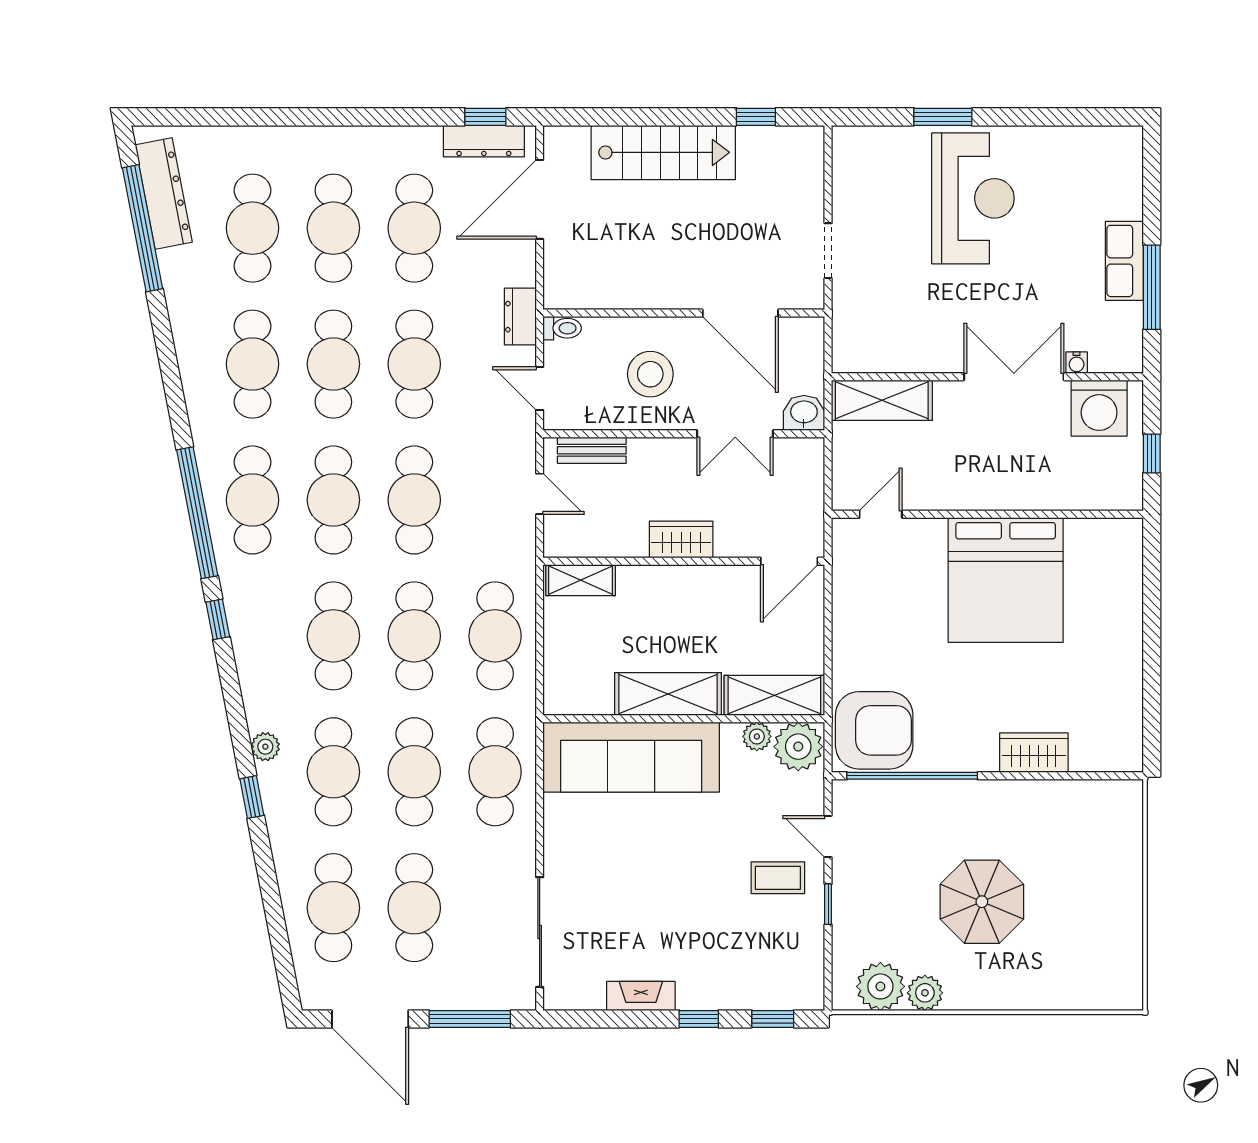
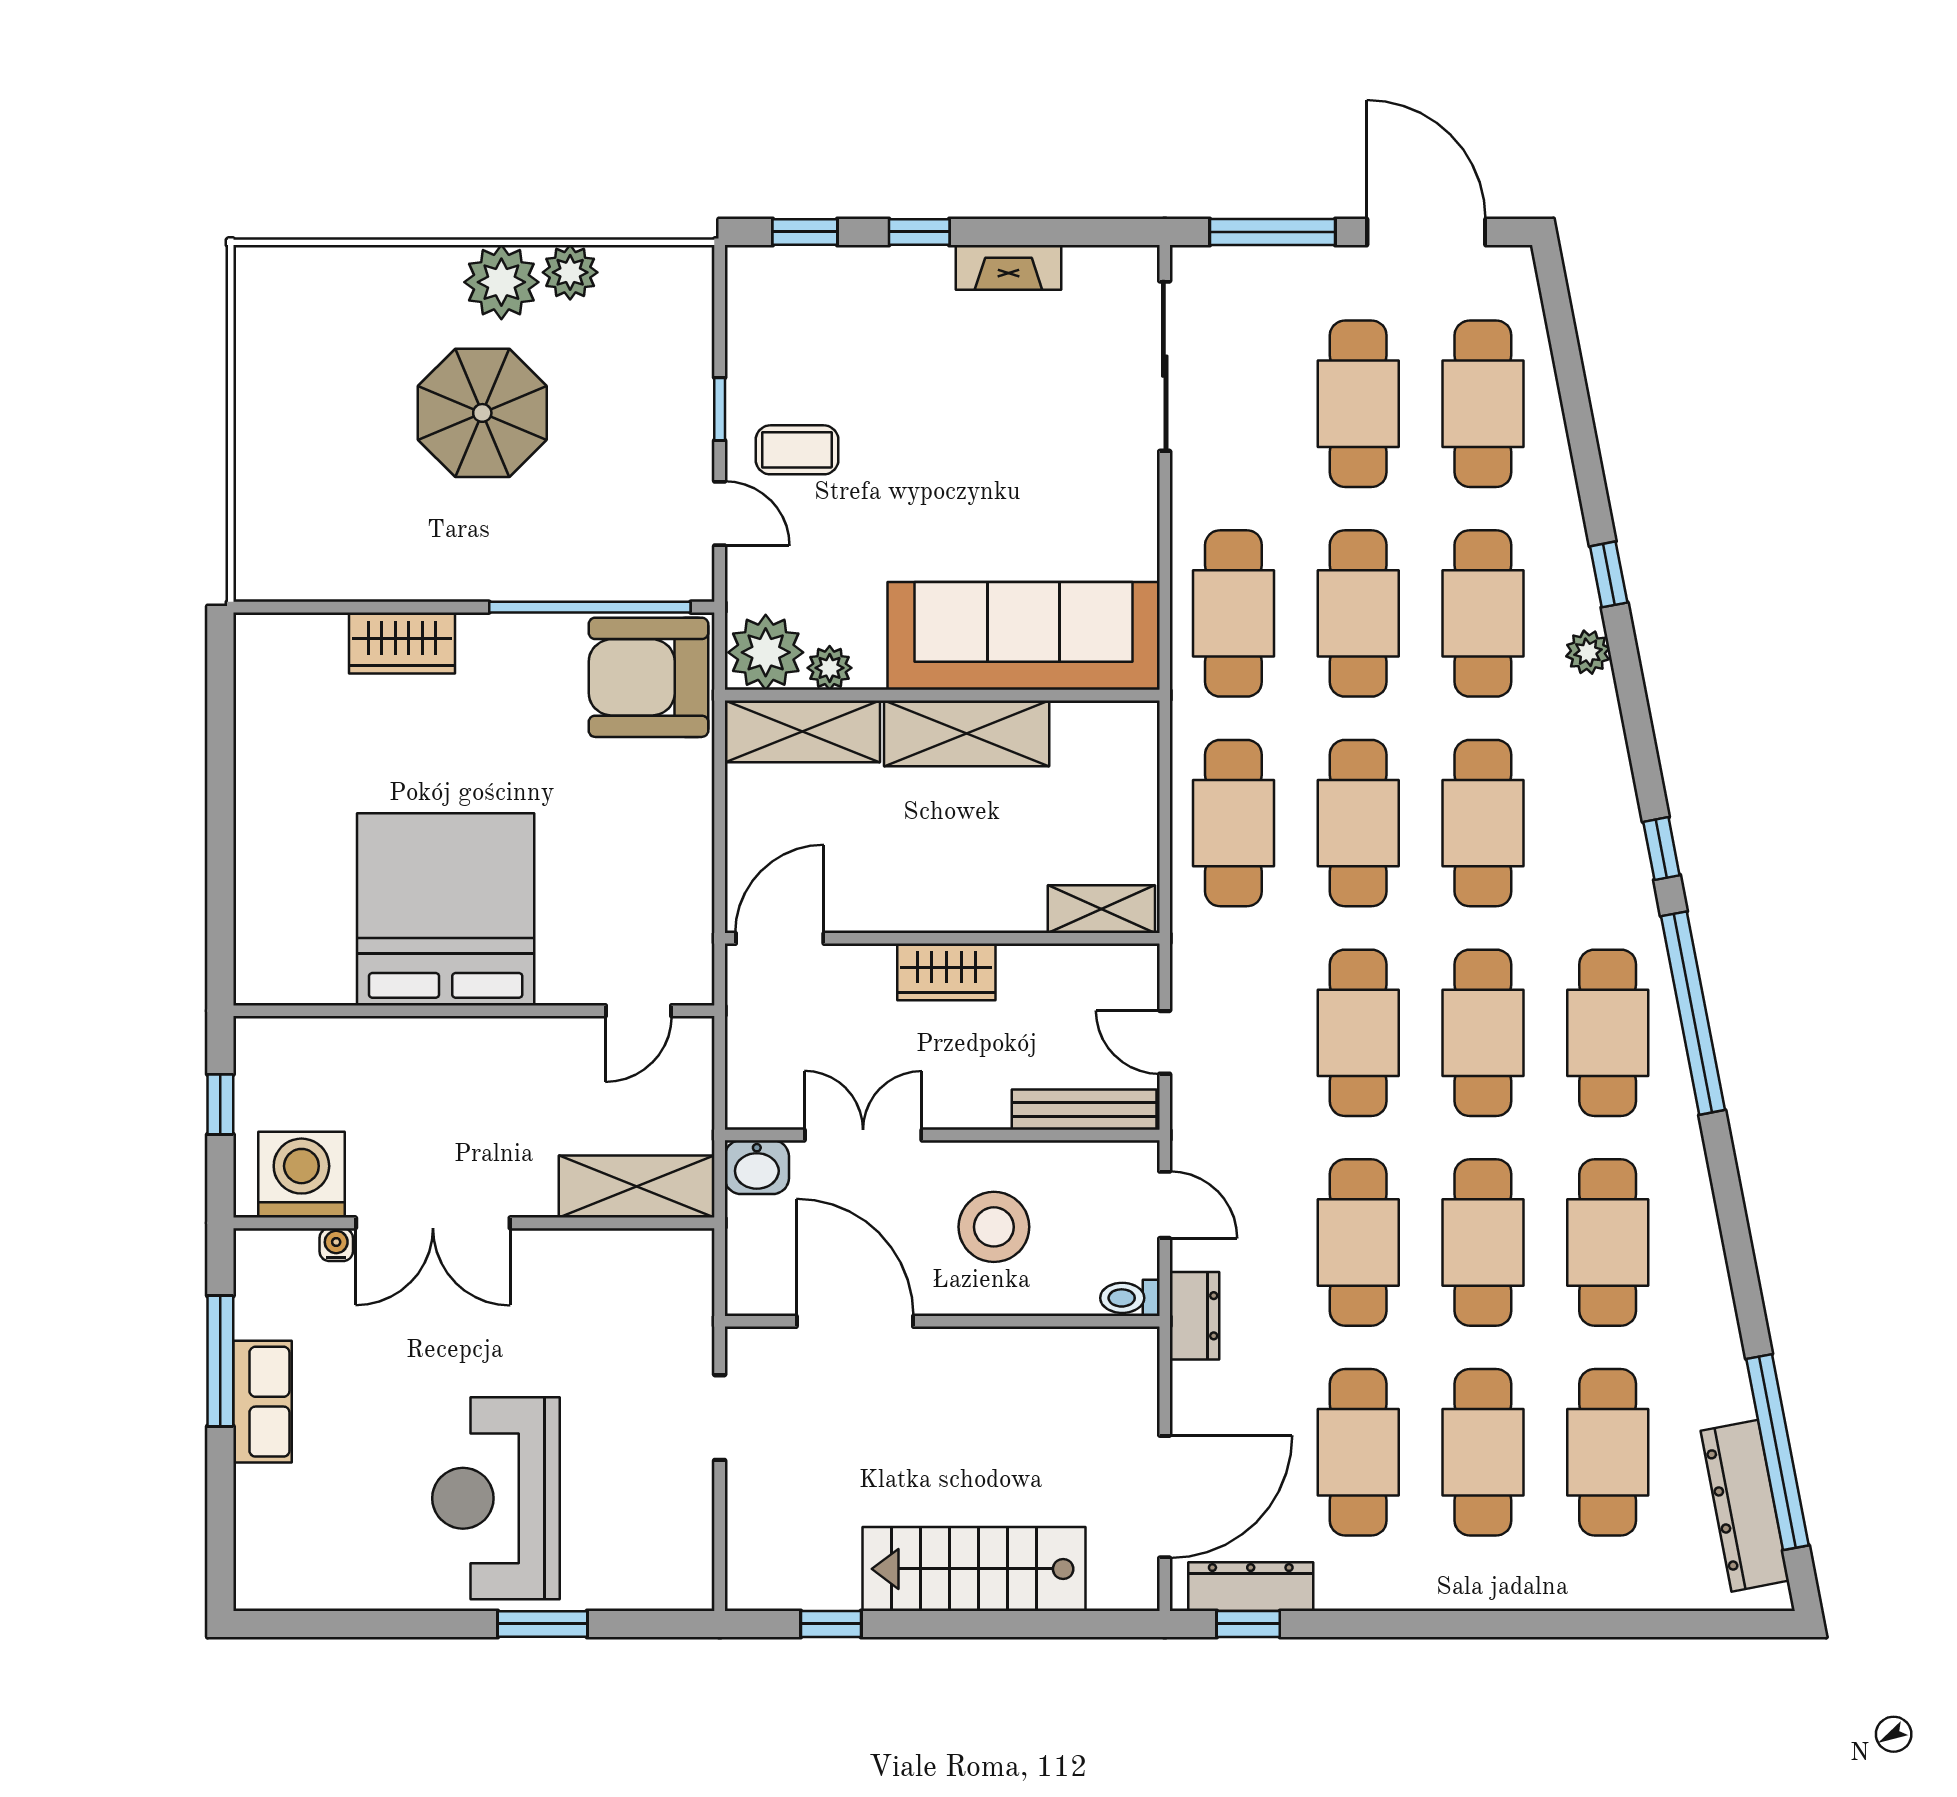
bench: (592, 450) -> (1084, 1110), width x1.36
plant: (880, 986) -> (501, 282), moved

